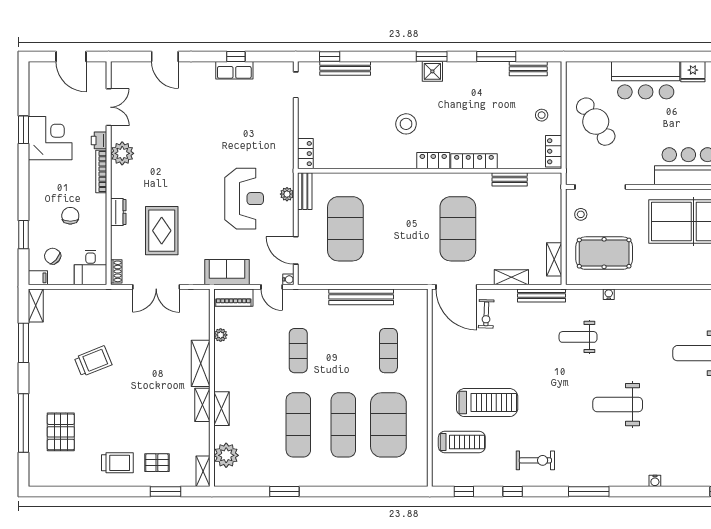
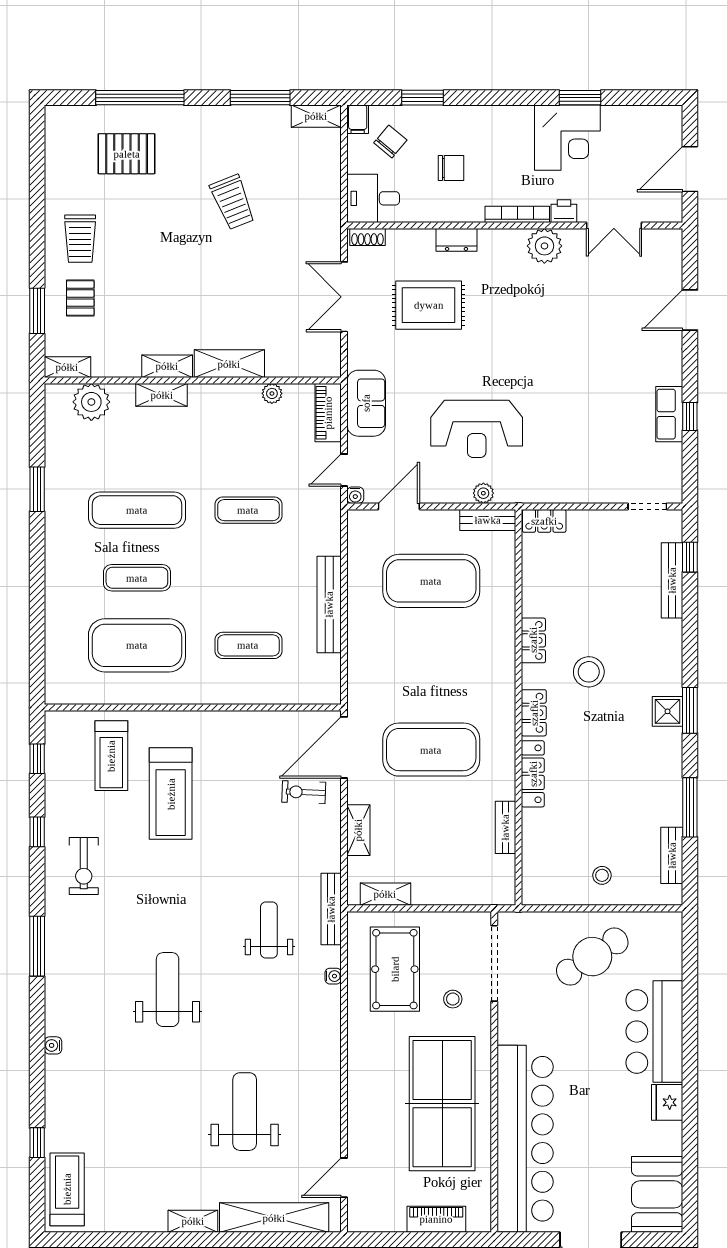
locker: (554, 151) -> (533, 640), moved, turned 90
stool: (581, 214) -> (453, 999), moved
bench: (542, 296) -> (331, 909), moved
exercise mat: (343, 425) -> (137, 578), width x0.73, depth x0.69

